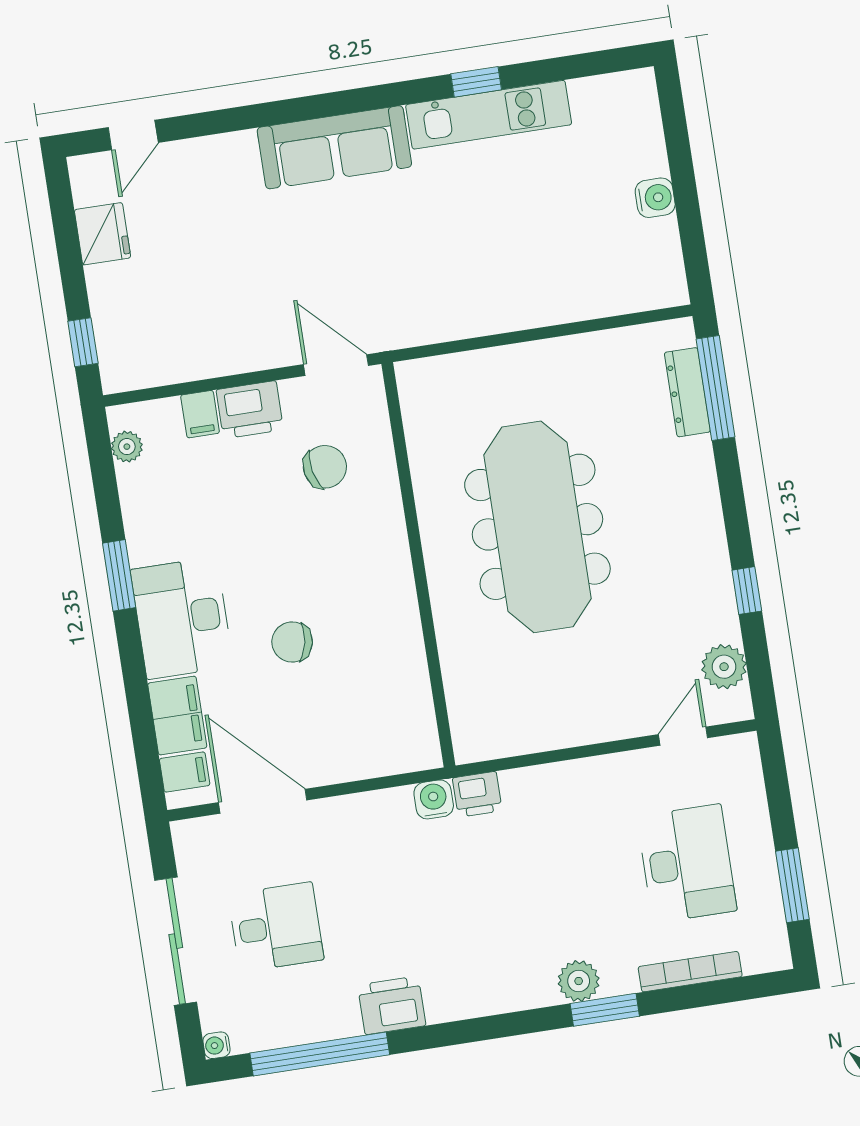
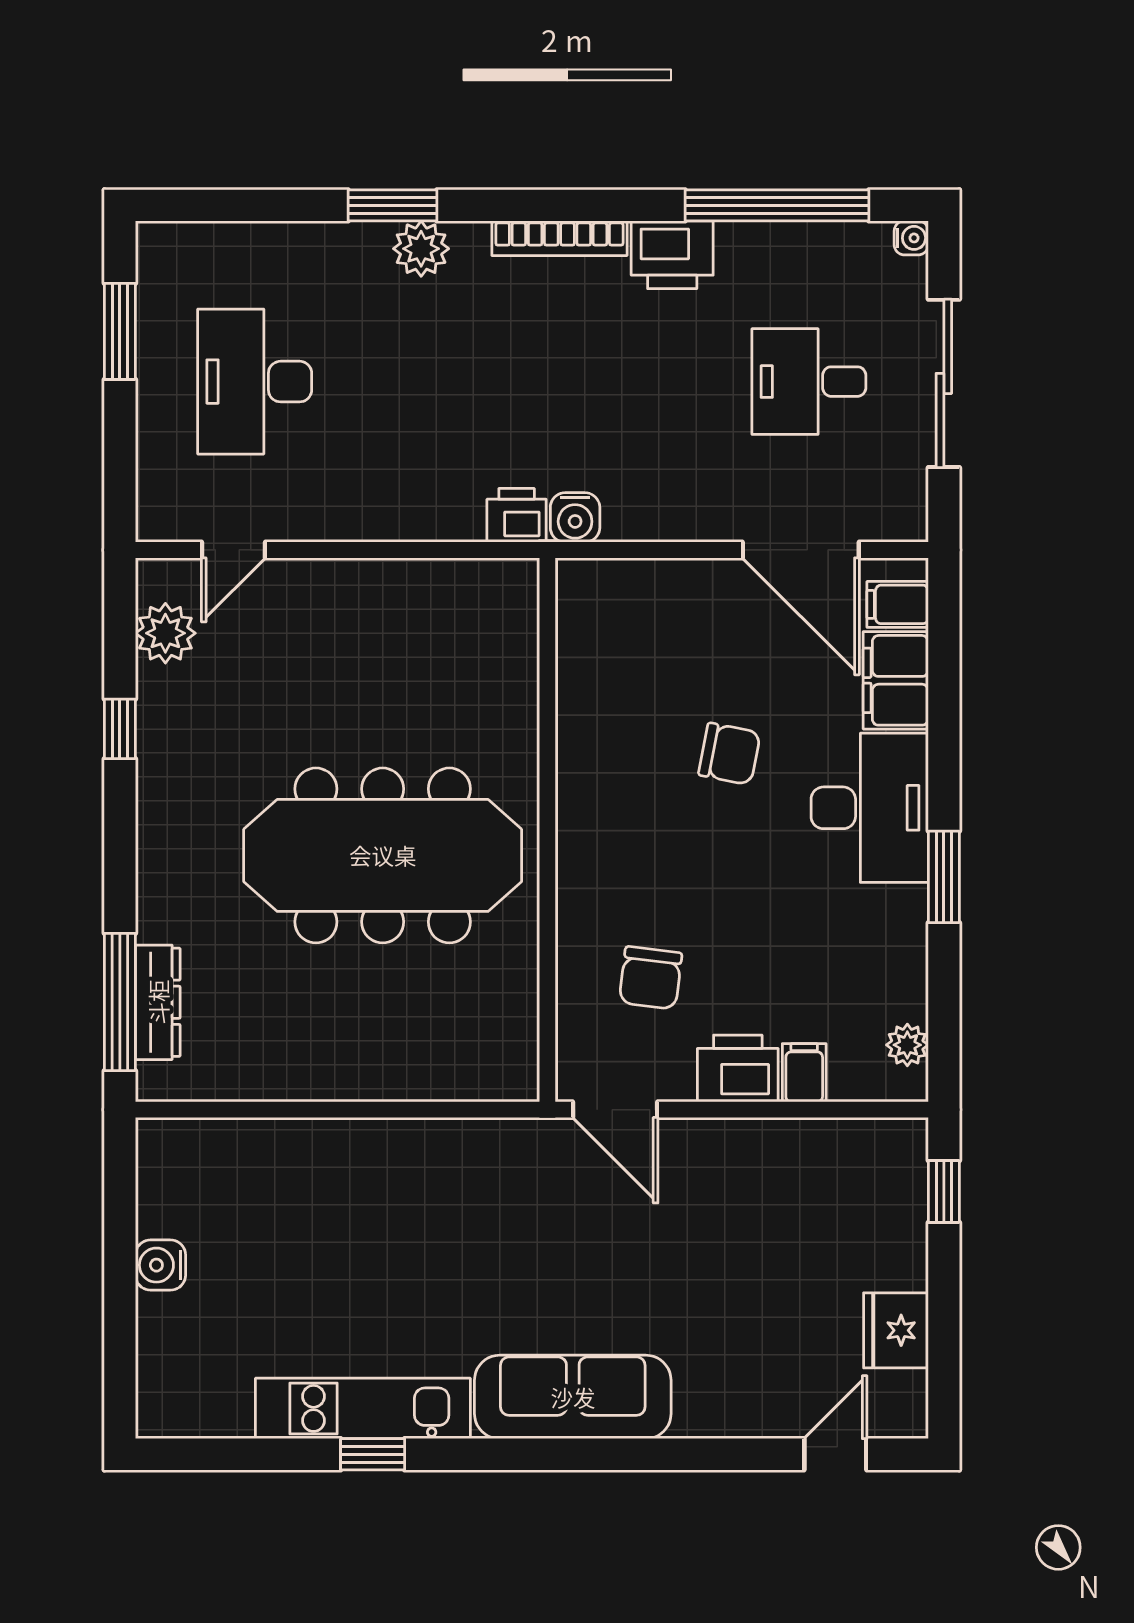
chair: (325, 467) -> (651, 978), turned -71
meeting table: (537, 527) -> (383, 855), turned 90
bookcase: (690, 972) -> (559, 238), moved

